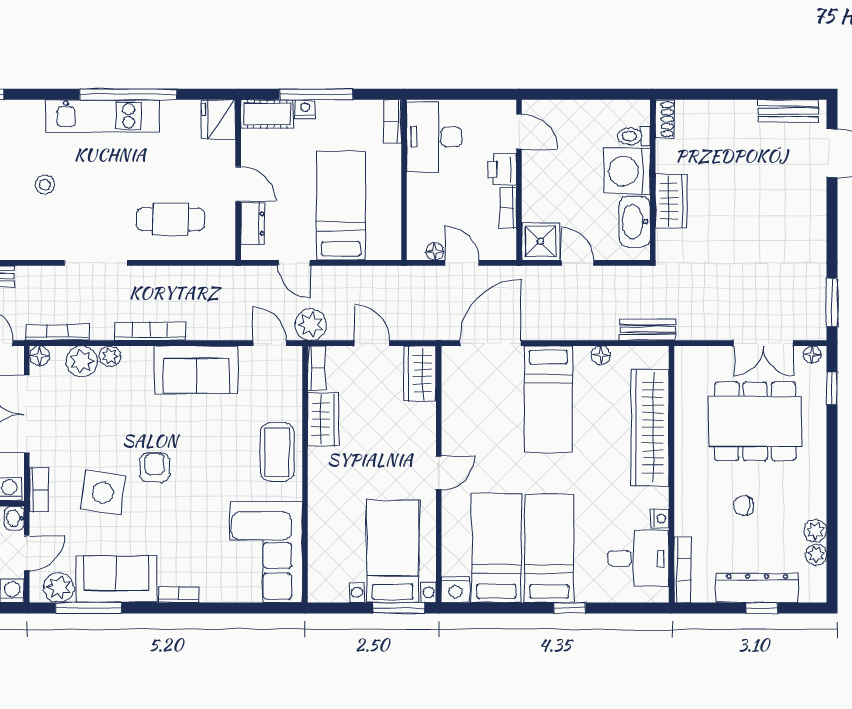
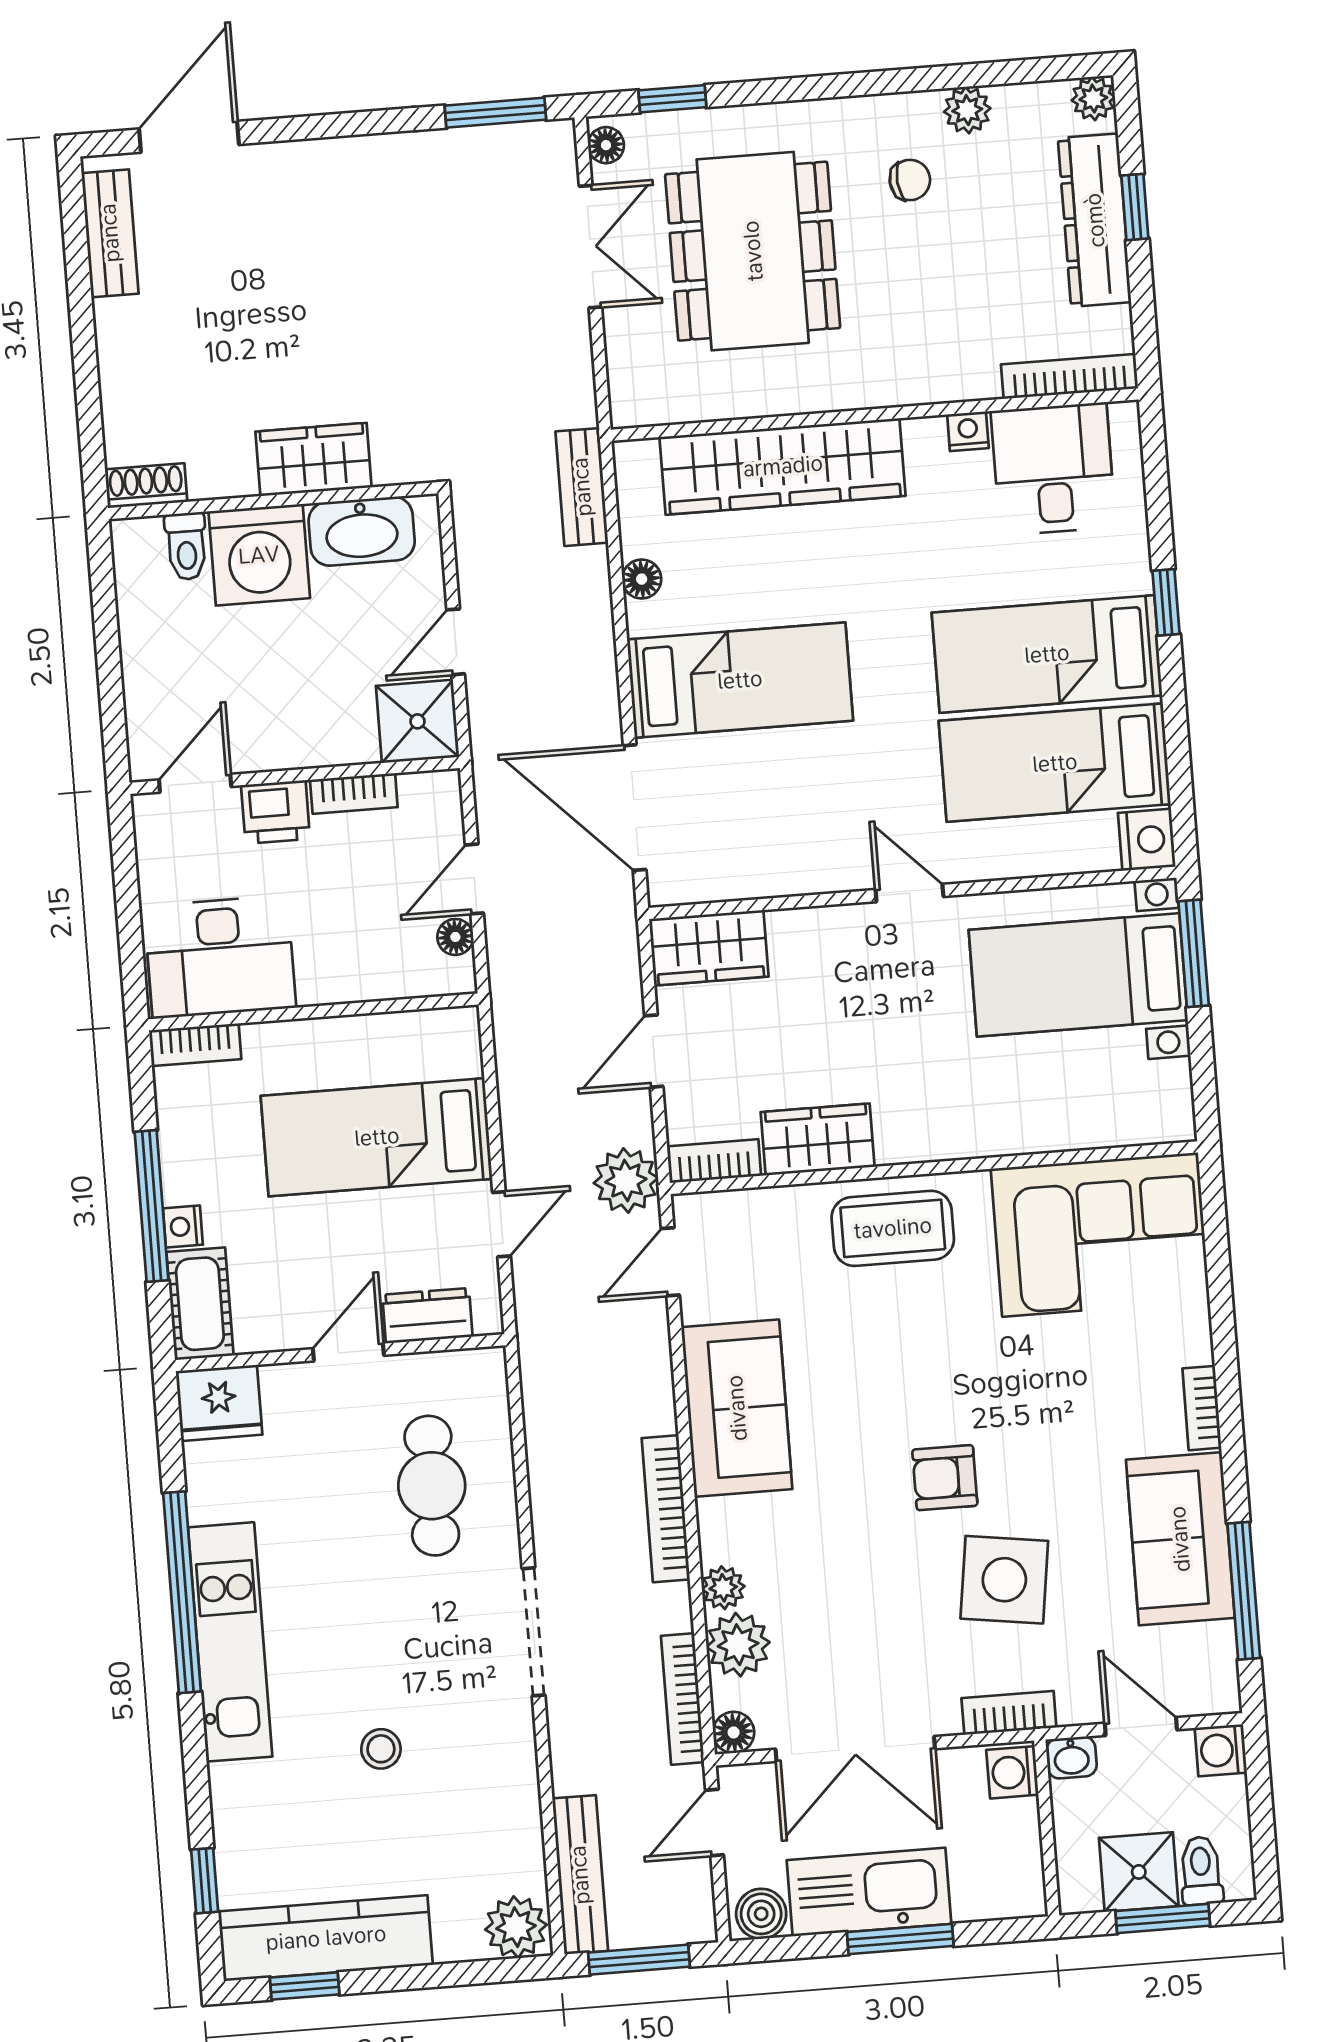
chair: (744, 505) -> (910, 180), moved, turned -96
plant: (816, 555) -> (1093, 99), moved
plant: (59, 588) -> (1207, 1656), removed

